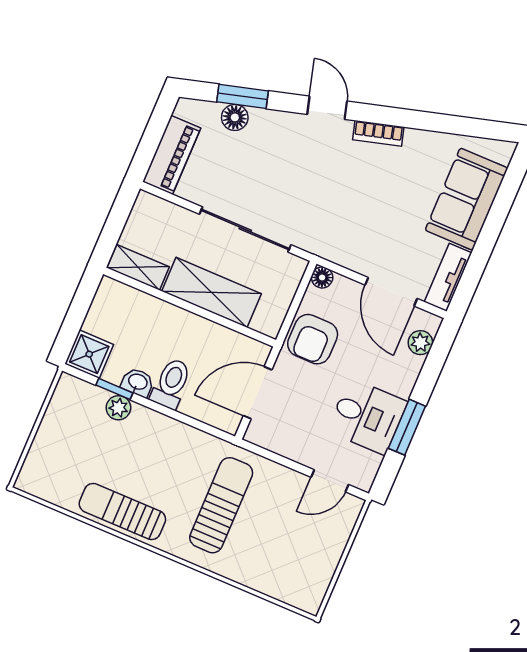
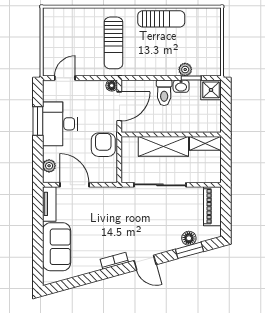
floor lamp: (322, 278) -> (112, 86), moved
desk: (367, 416) -> (60, 124), width x1.37

